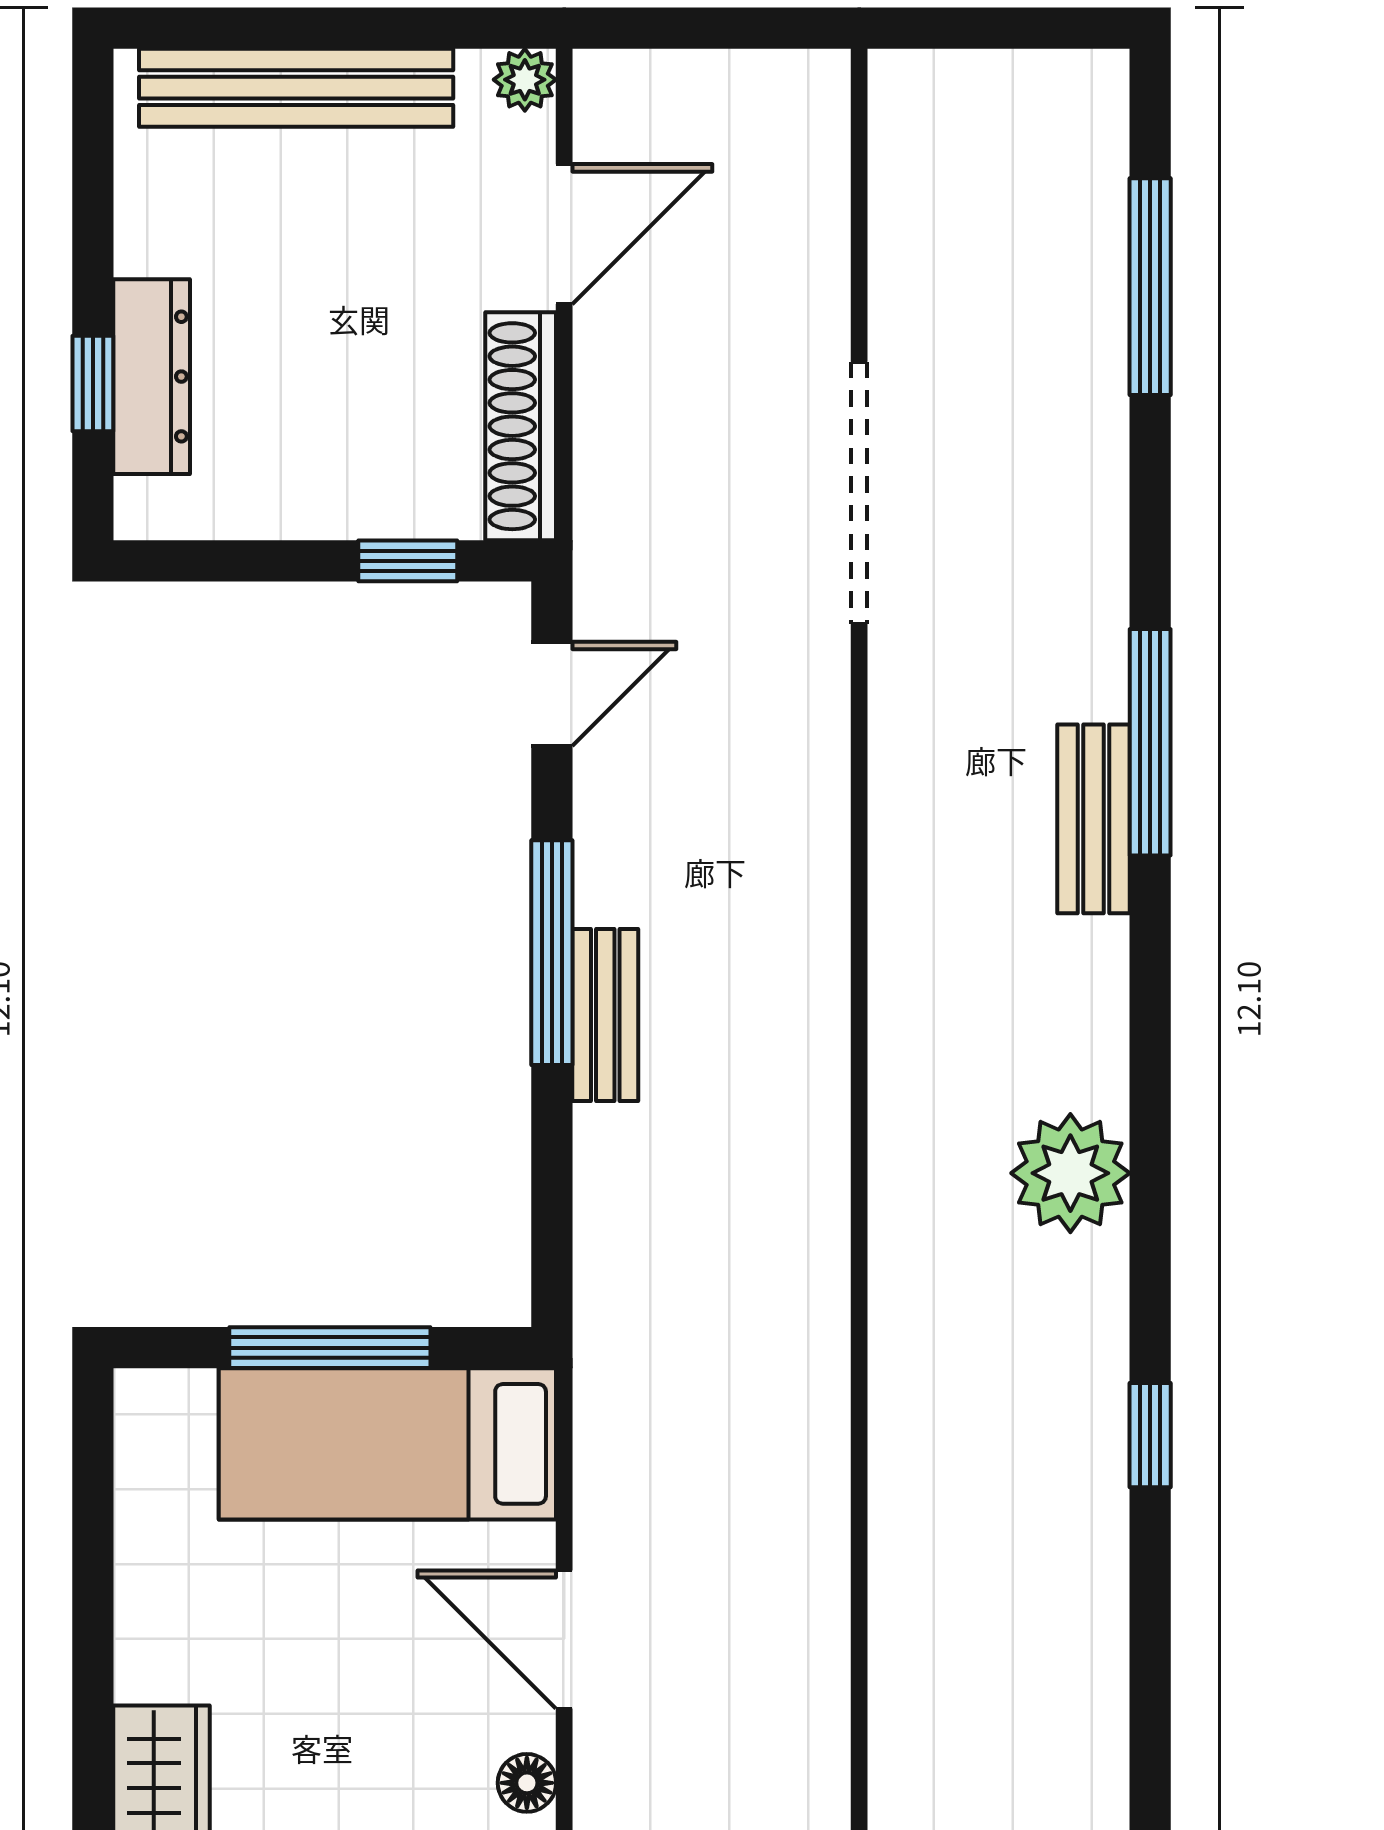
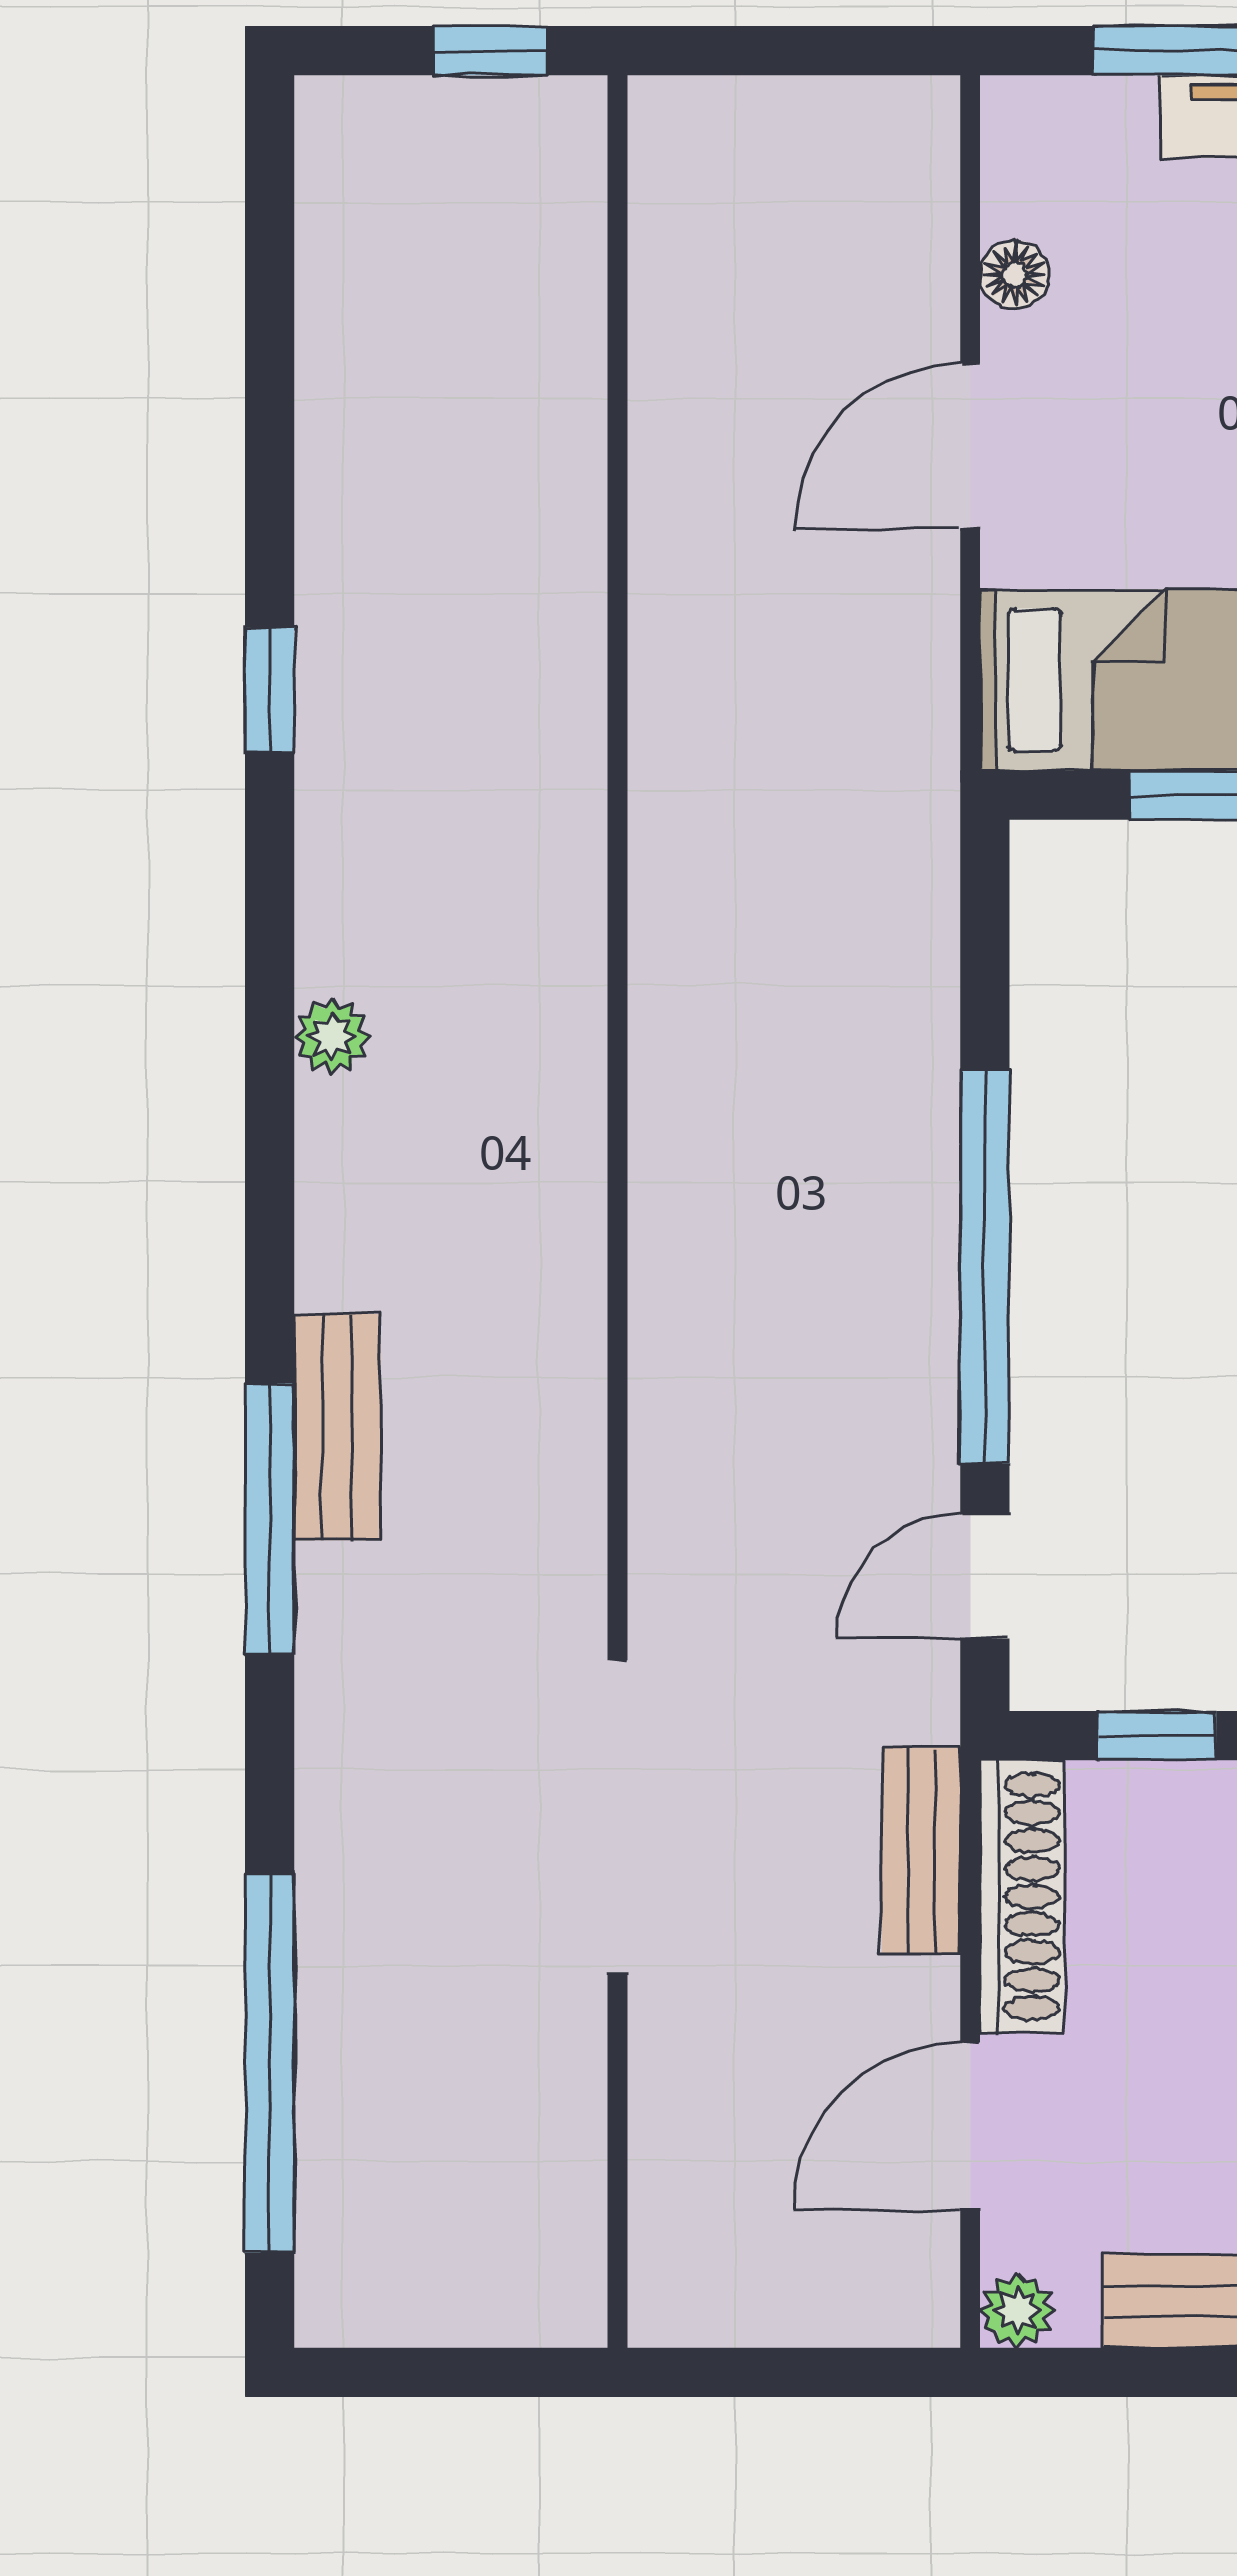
window: (1150, 287) -> (270, 2063), width x1.46
window: (552, 953) -> (985, 1267), width x1.46
bench: (605, 1015) -> (921, 1851), moved
plant: (1070, 1173) -> (332, 1037), width x0.53, depth x0.53
door: (564, 1639) -> (970, 446), swing flipped

